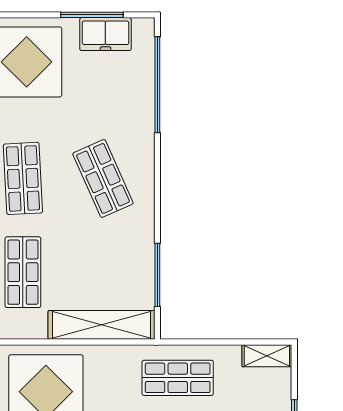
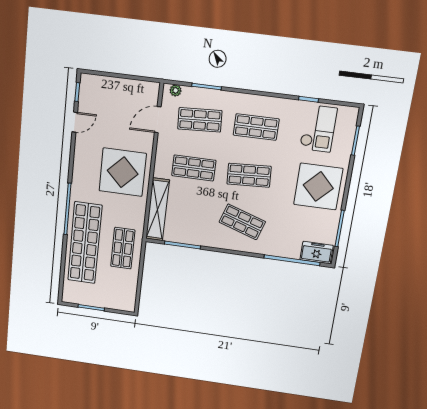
freezer: (105, 34) -> (317, 253), moved, turned 90
shop shelf: (103, 178) -> (242, 222), turned 42
shelving: (267, 356) -> (130, 298), removed

